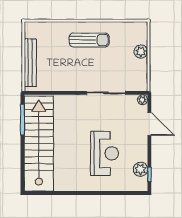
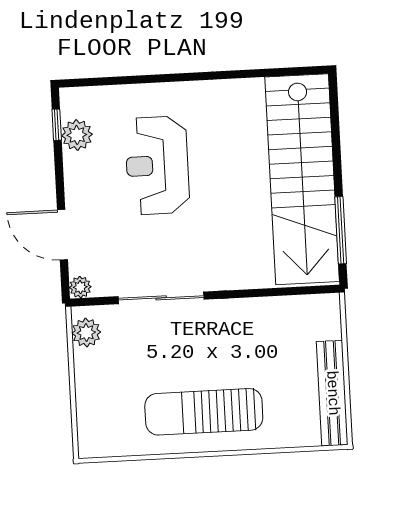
sun lounger: (89, 40) -> (204, 412), width x1.36, depth x1.34
plant: (141, 52) -> (86, 333), moved
bench: (30, 63) -> (332, 393), moved

